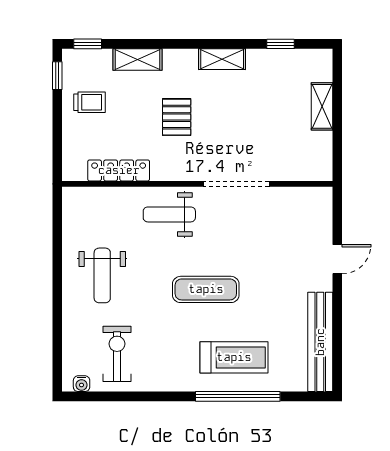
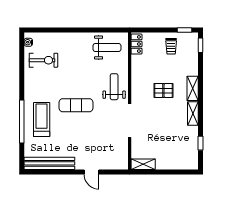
shelving: (138, 60) -> (193, 88), moved
shelving: (322, 106) -> (143, 164), moved
locker: (119, 170) -> (136, 44), moved, width x0.66
weight bench: (102, 275) -> (107, 47), moved, turned 180
exercise mat: (206, 289) -> (76, 105), turned 90
treadmill: (234, 357) -> (42, 120), turned 180

